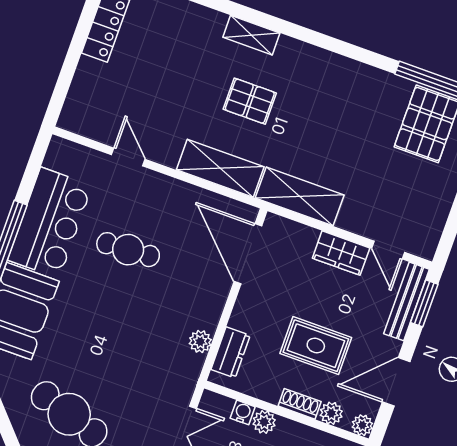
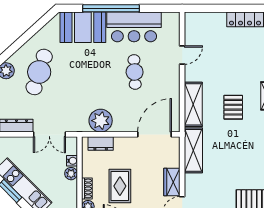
plant: (200, 342) -> (101, 121), width x1.88, depth x1.88

